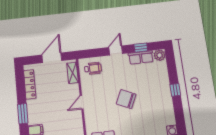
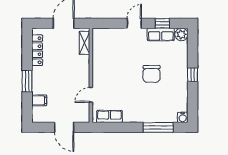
wheelchair: (93, 68) -> (107, 41), removed
chair: (126, 99) -> (152, 74), moved, turned -115
door: (82, 102) -> (91, 95), moved

